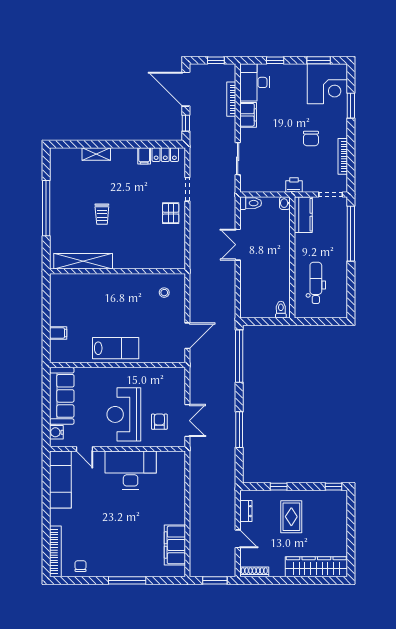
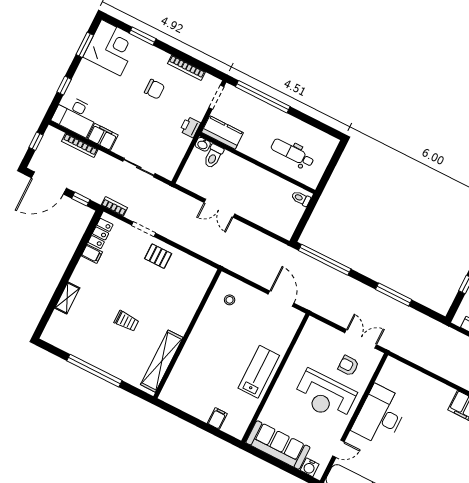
bookcase: (194, 155) -> (114, 206), added
toilet: (251, 203) -> (213, 156), moved, turned 180

